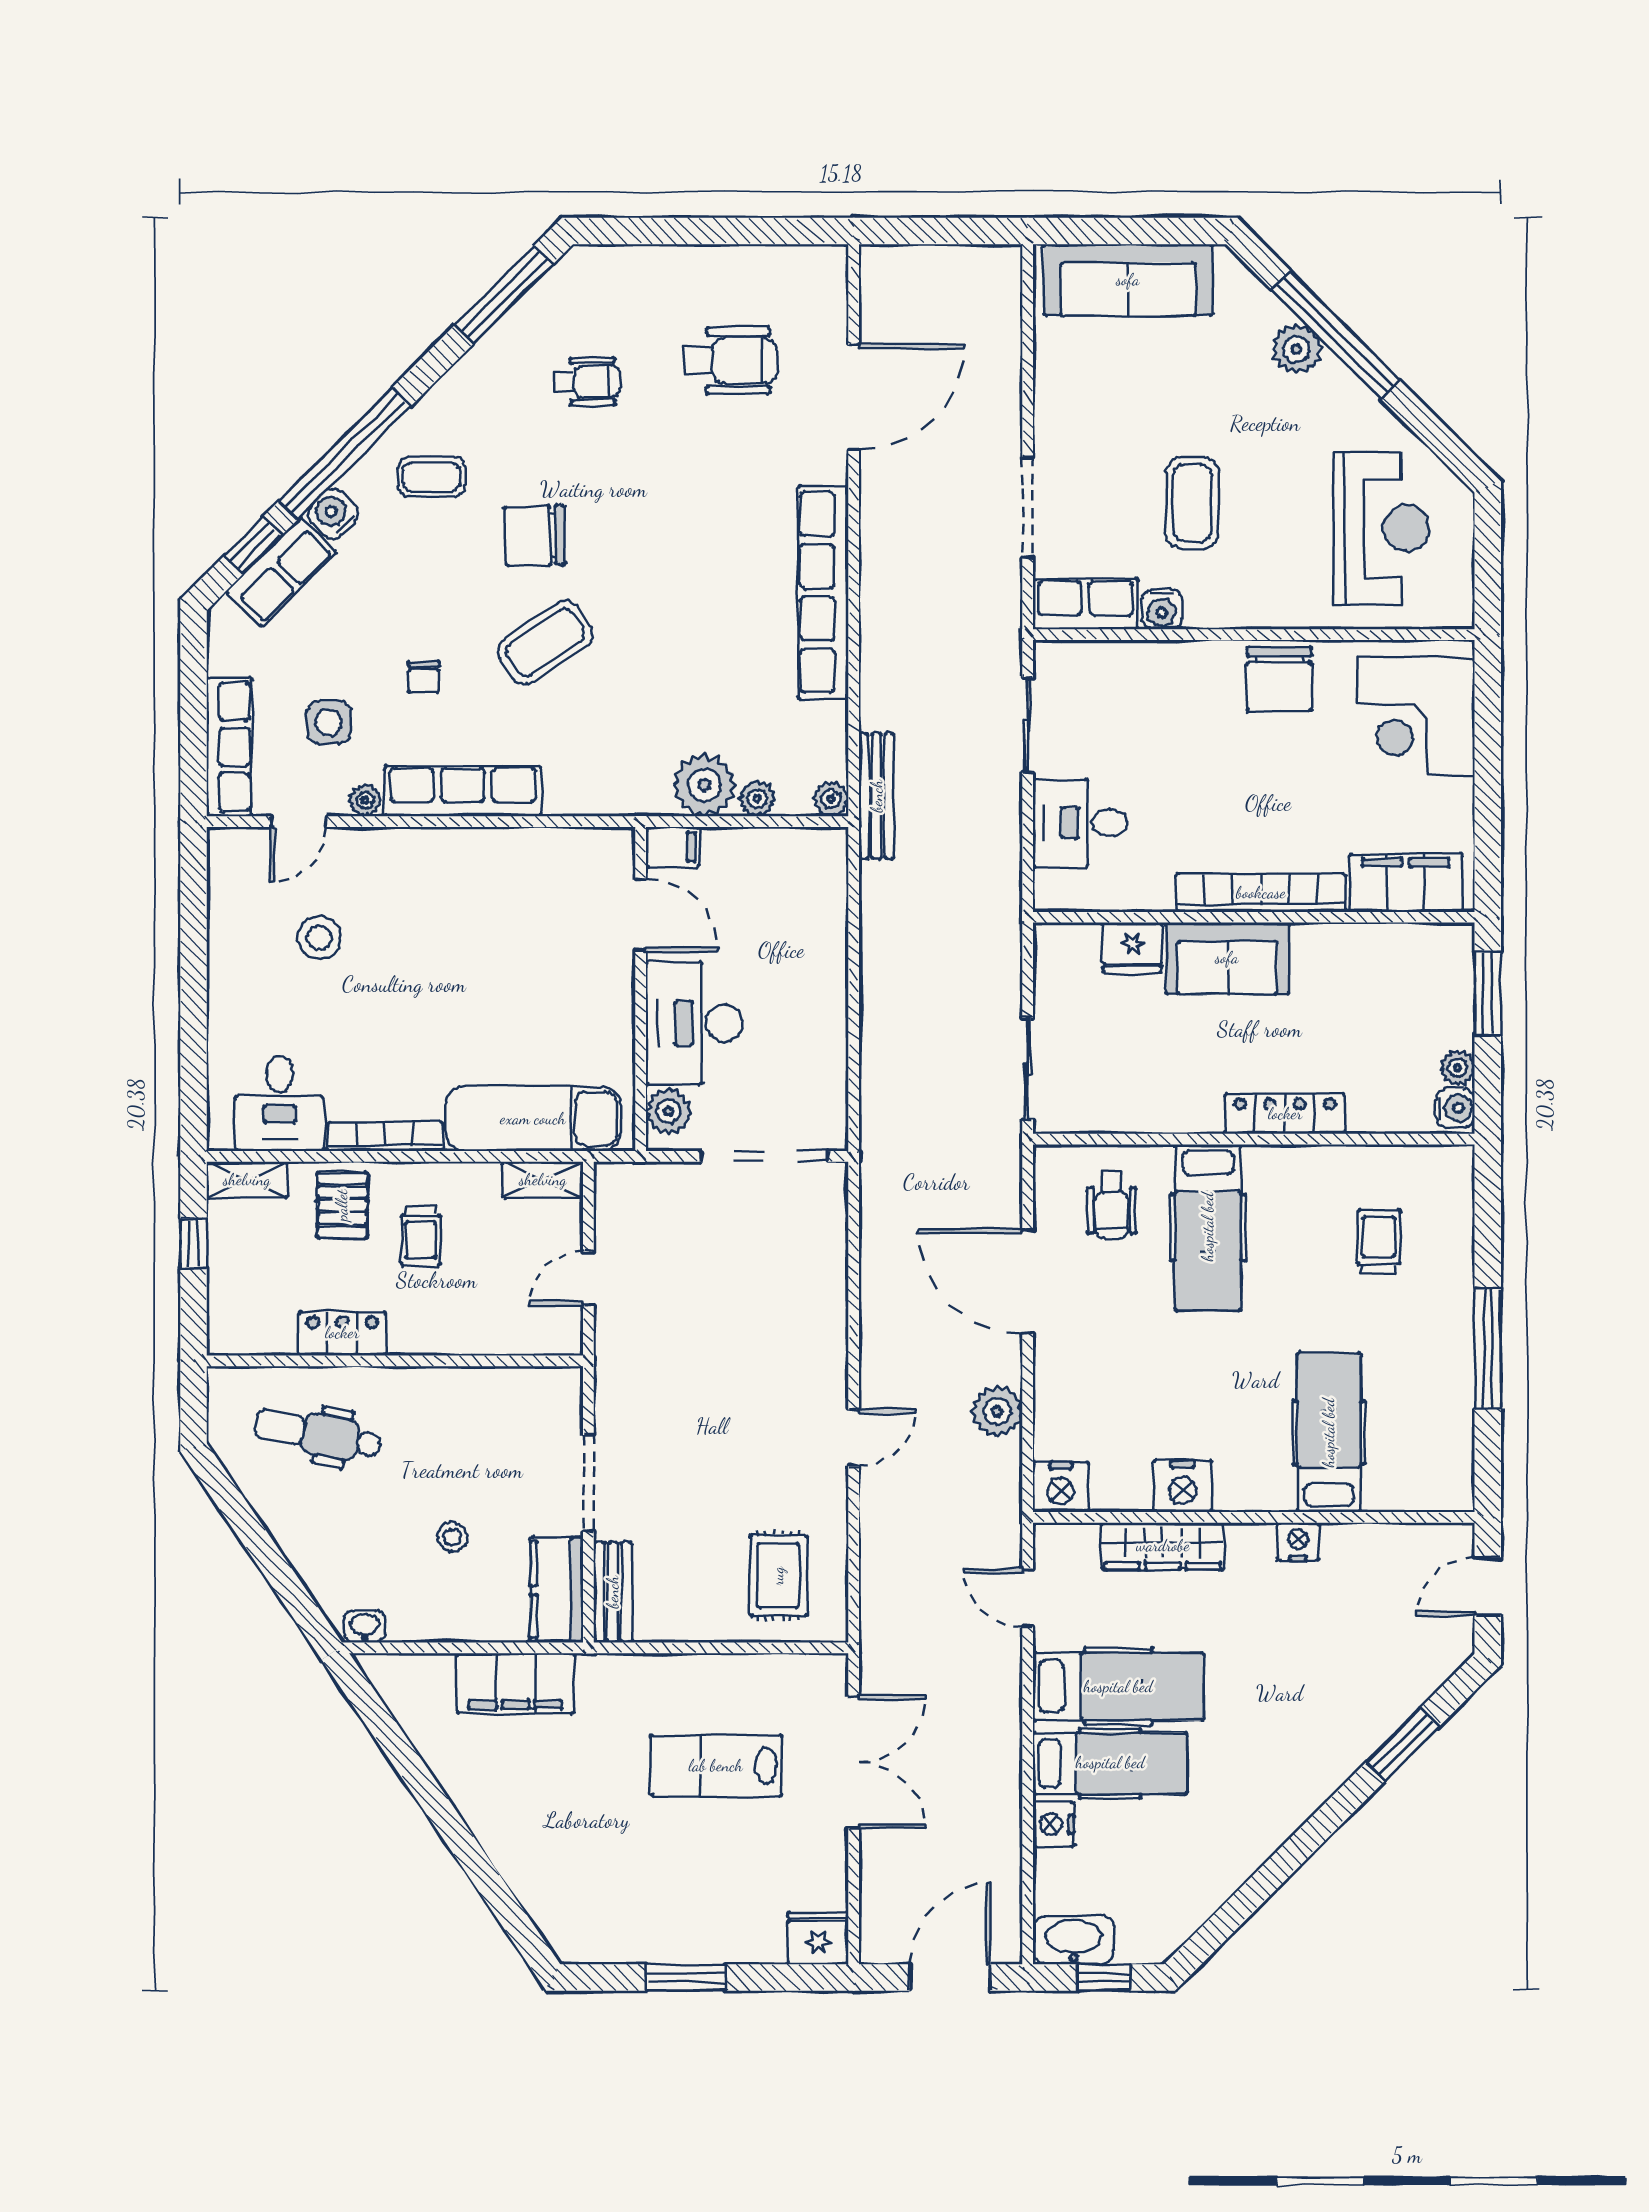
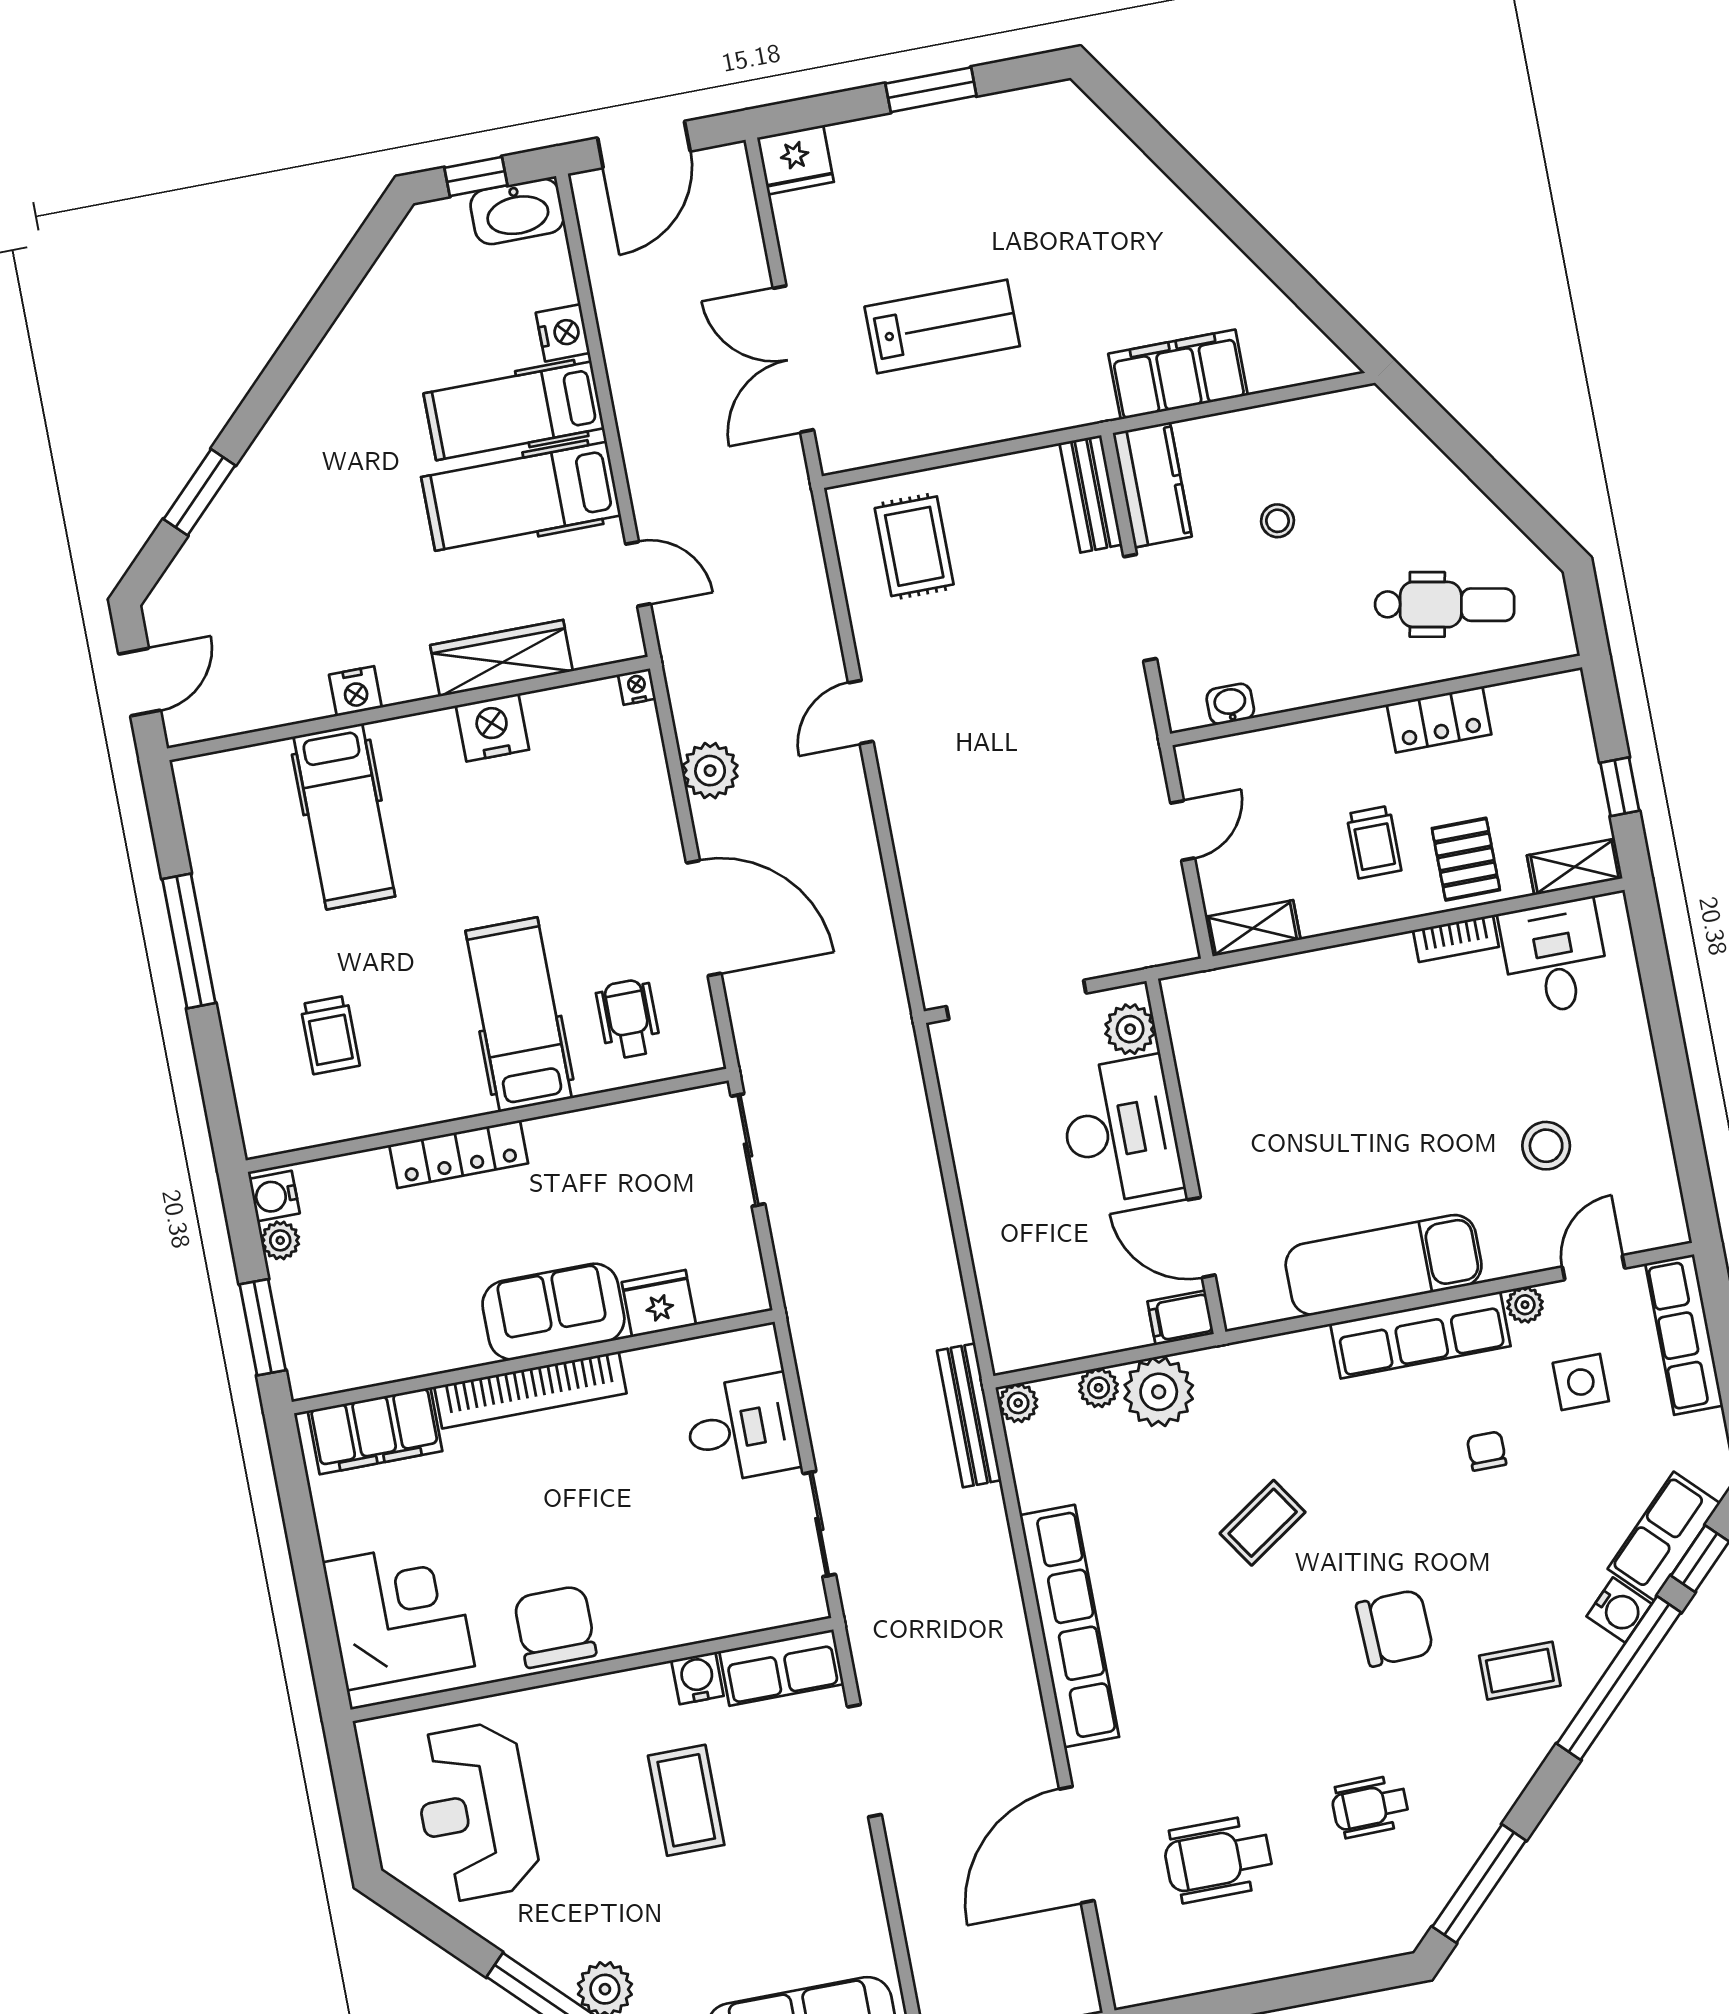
coffee table: (545, 643) -> (1263, 1523), moved, width x0.73, depth x0.77
exam couch: (533, 1119) -> (1384, 1265), moved, turned 180
bookcase: (385, 1137) -> (1456, 938), width x0.64
trolley: (421, 1236) -> (1374, 842), turned 180
nightstand: (1061, 1487) -> (637, 687), width x0.53, depth x0.56
washbasin: (365, 1626) -> (1230, 704), moved, turned 180

